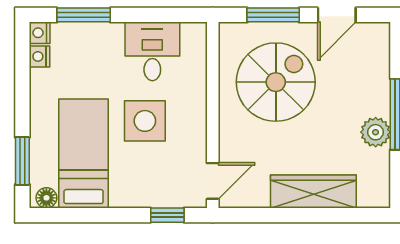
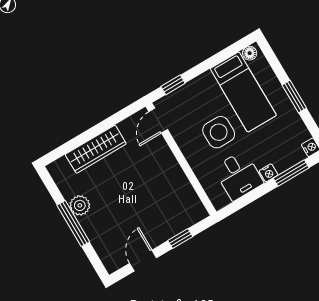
window: (273, 15) -> (180, 239), width x0.67
nightstand: (39, 56) -> (269, 173), moved, turned 90
spiral stairs: (276, 82) -> (156, 200), removed
window: (22, 161) -> (294, 97), moved

